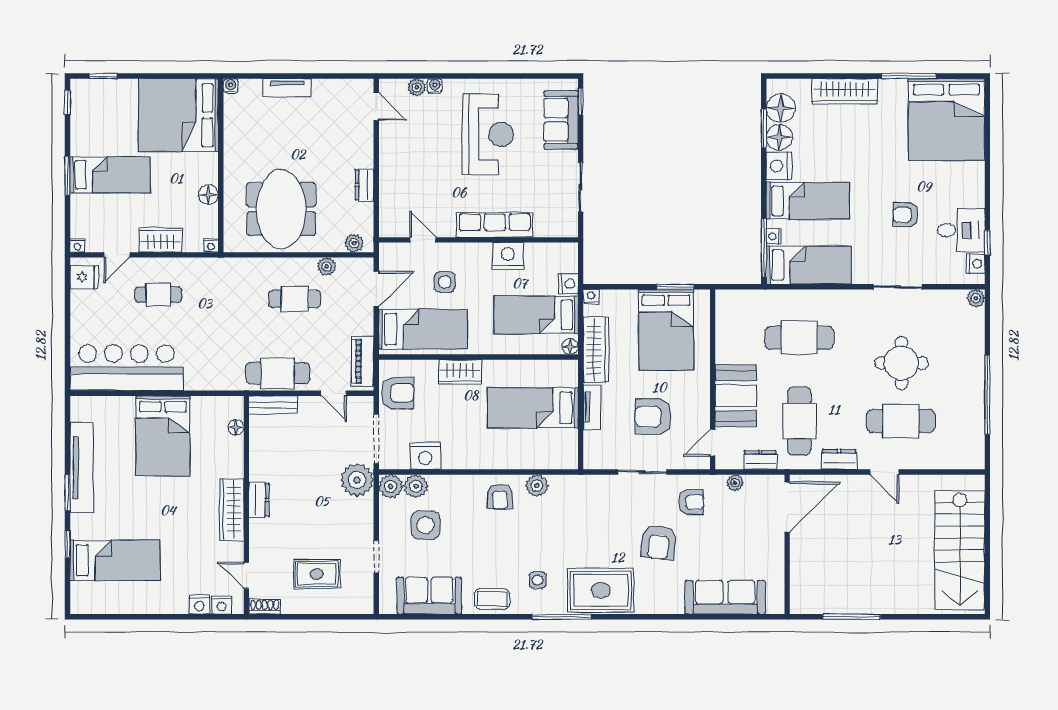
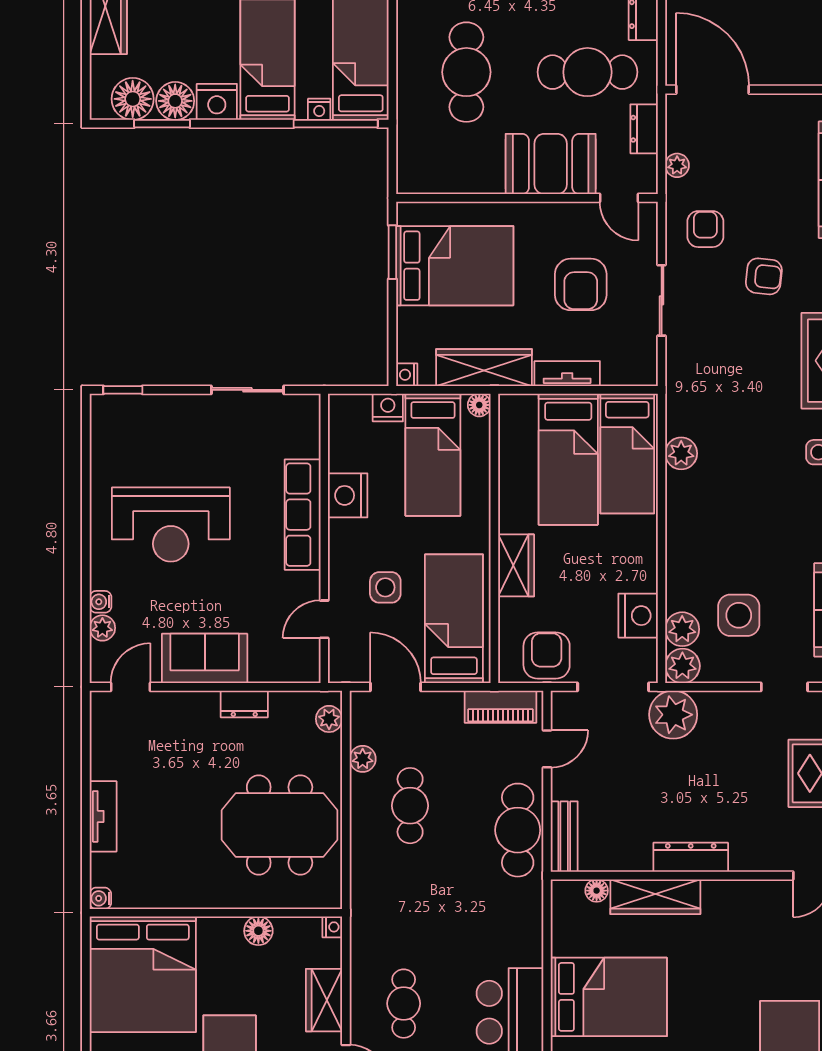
sofa: (561, 120) -> (205, 658), moved, turned 180
reception desk: (488, 134) -> (171, 525), turned 180
bed: (537, 448) -> (627, 453), added
armchair: (500, 496) -> (697, 507), removed
dresser: (259, 500) -> (691, 857), width x1.44
wardrobe: (232, 510) -> (655, 897), moved
armchair: (659, 542) -> (764, 276), width x0.72, depth x0.72

